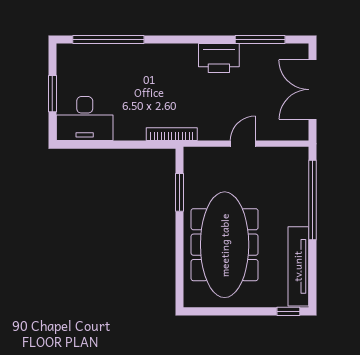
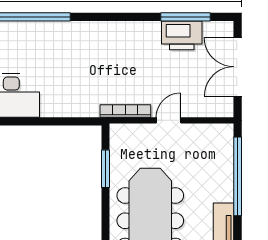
printer: (219, 58) -> (182, 35), moved
bookcase: (172, 134) -> (125, 111), moved

